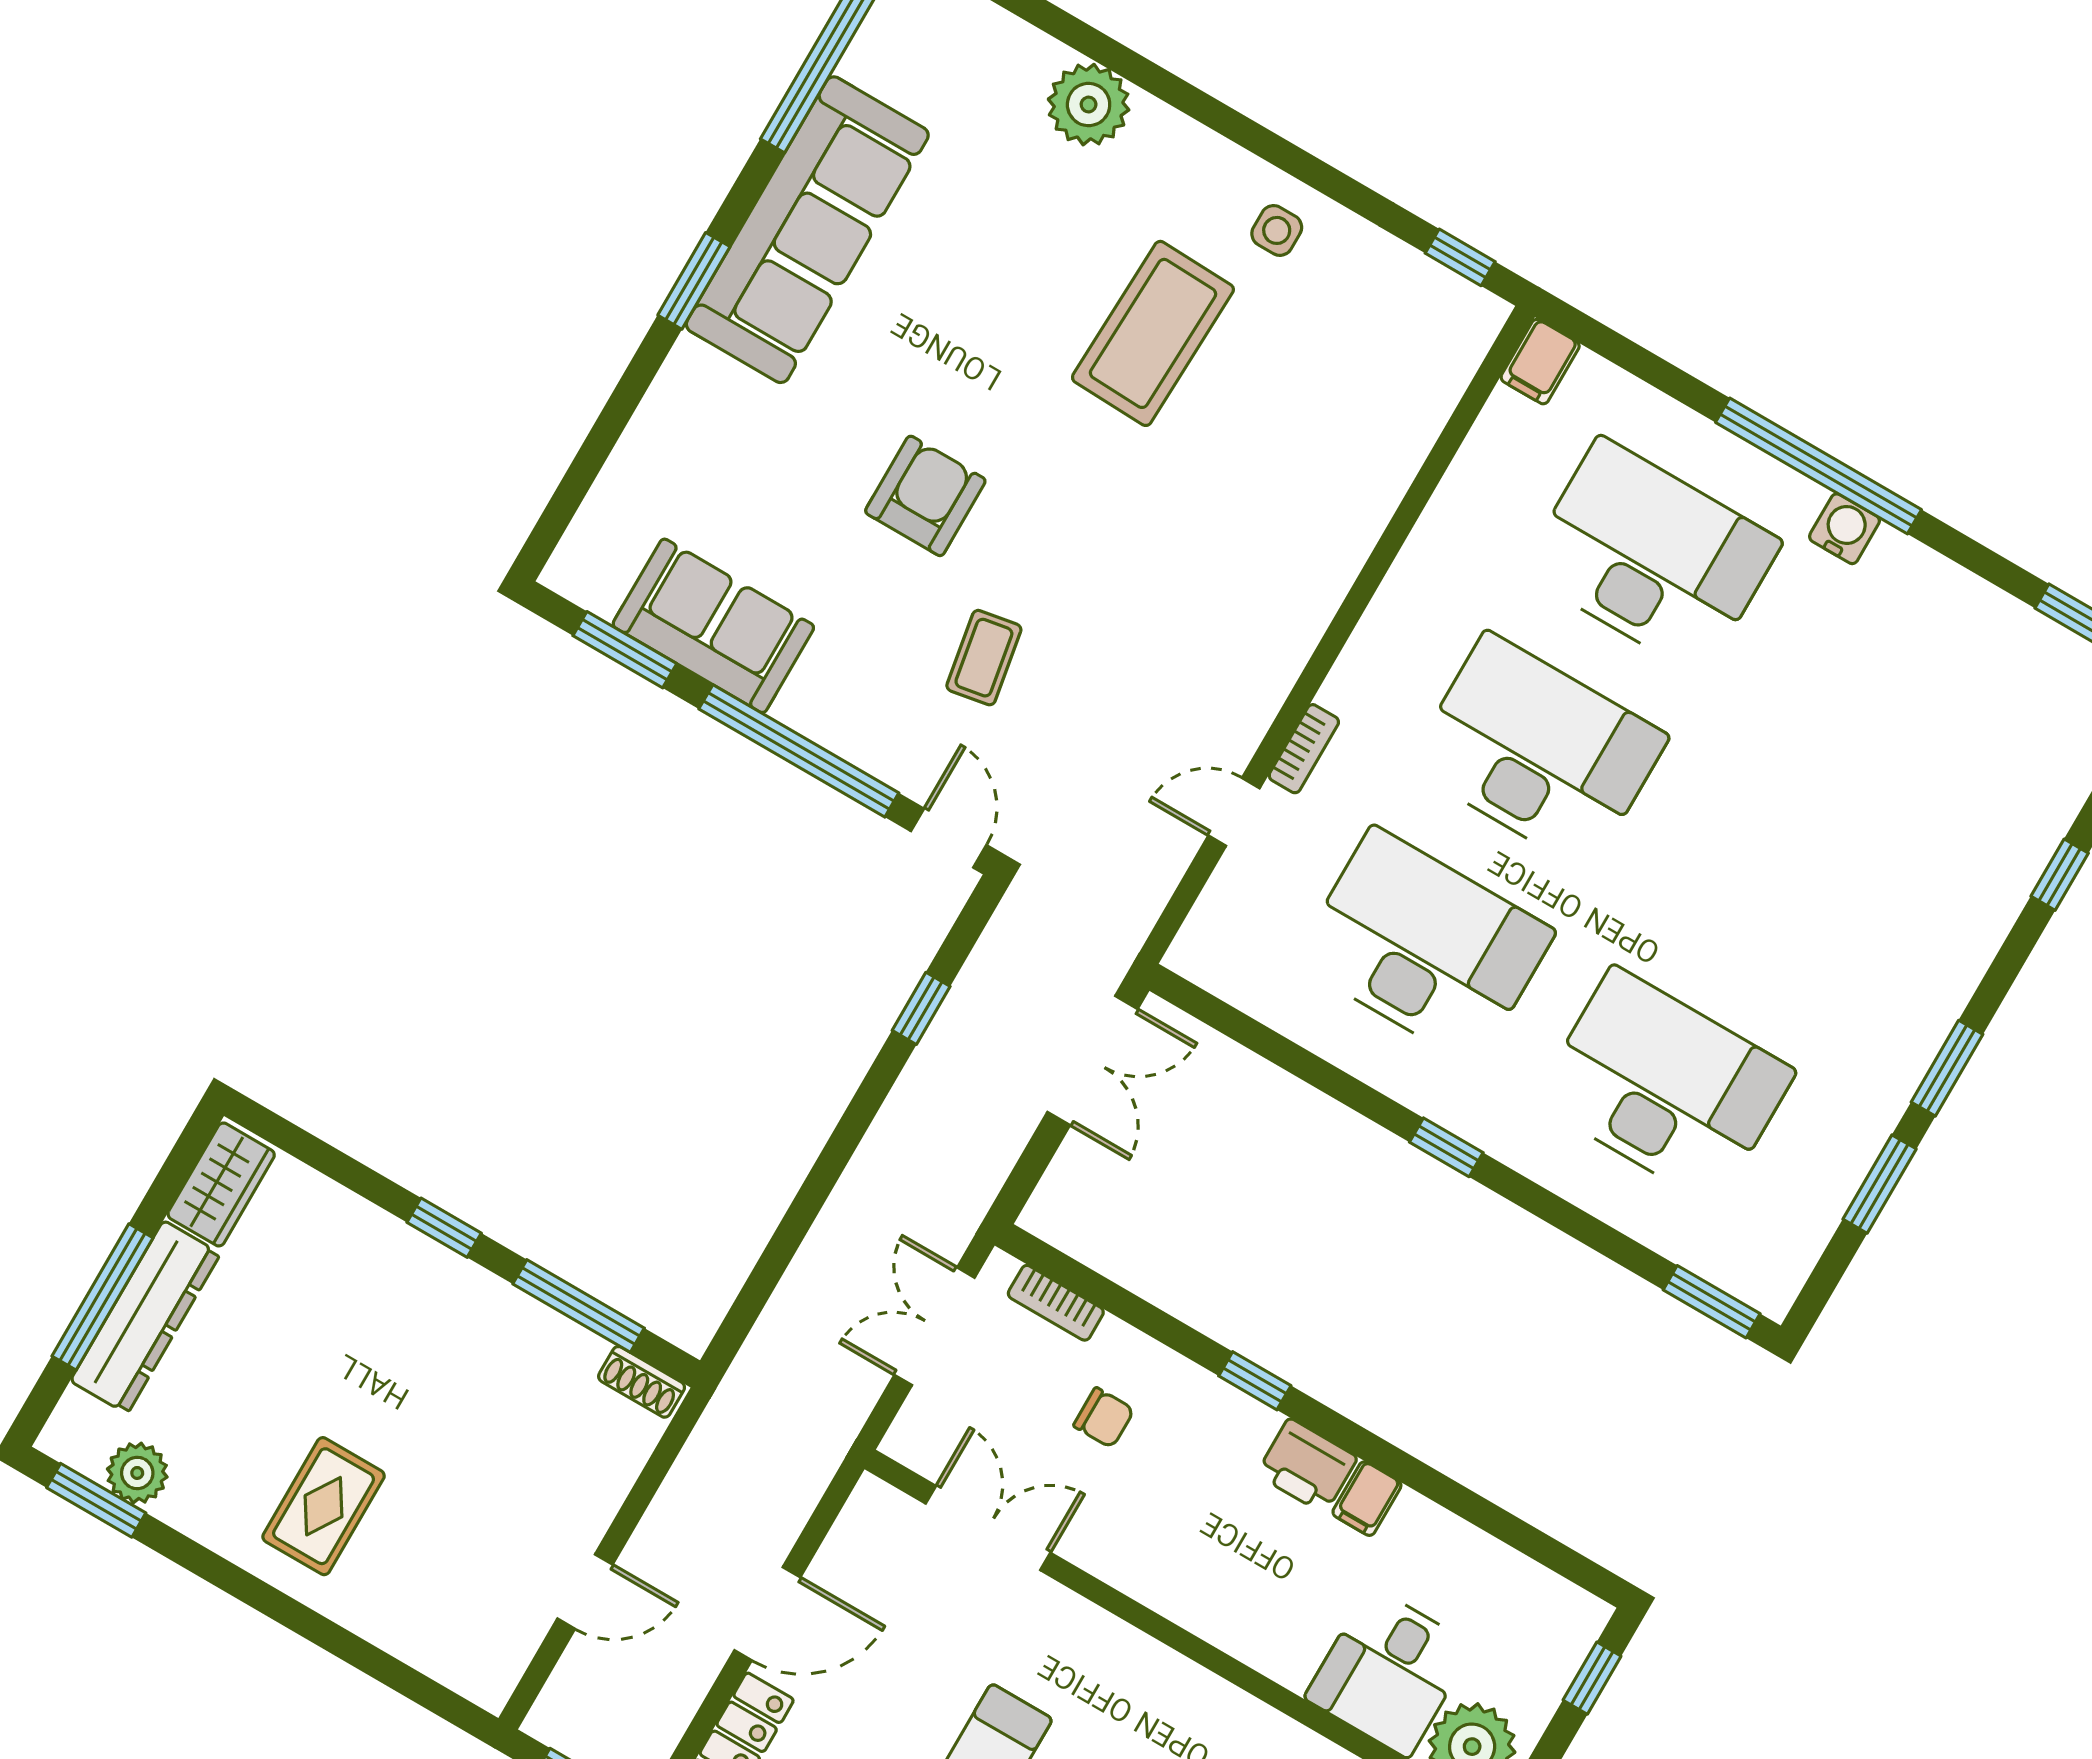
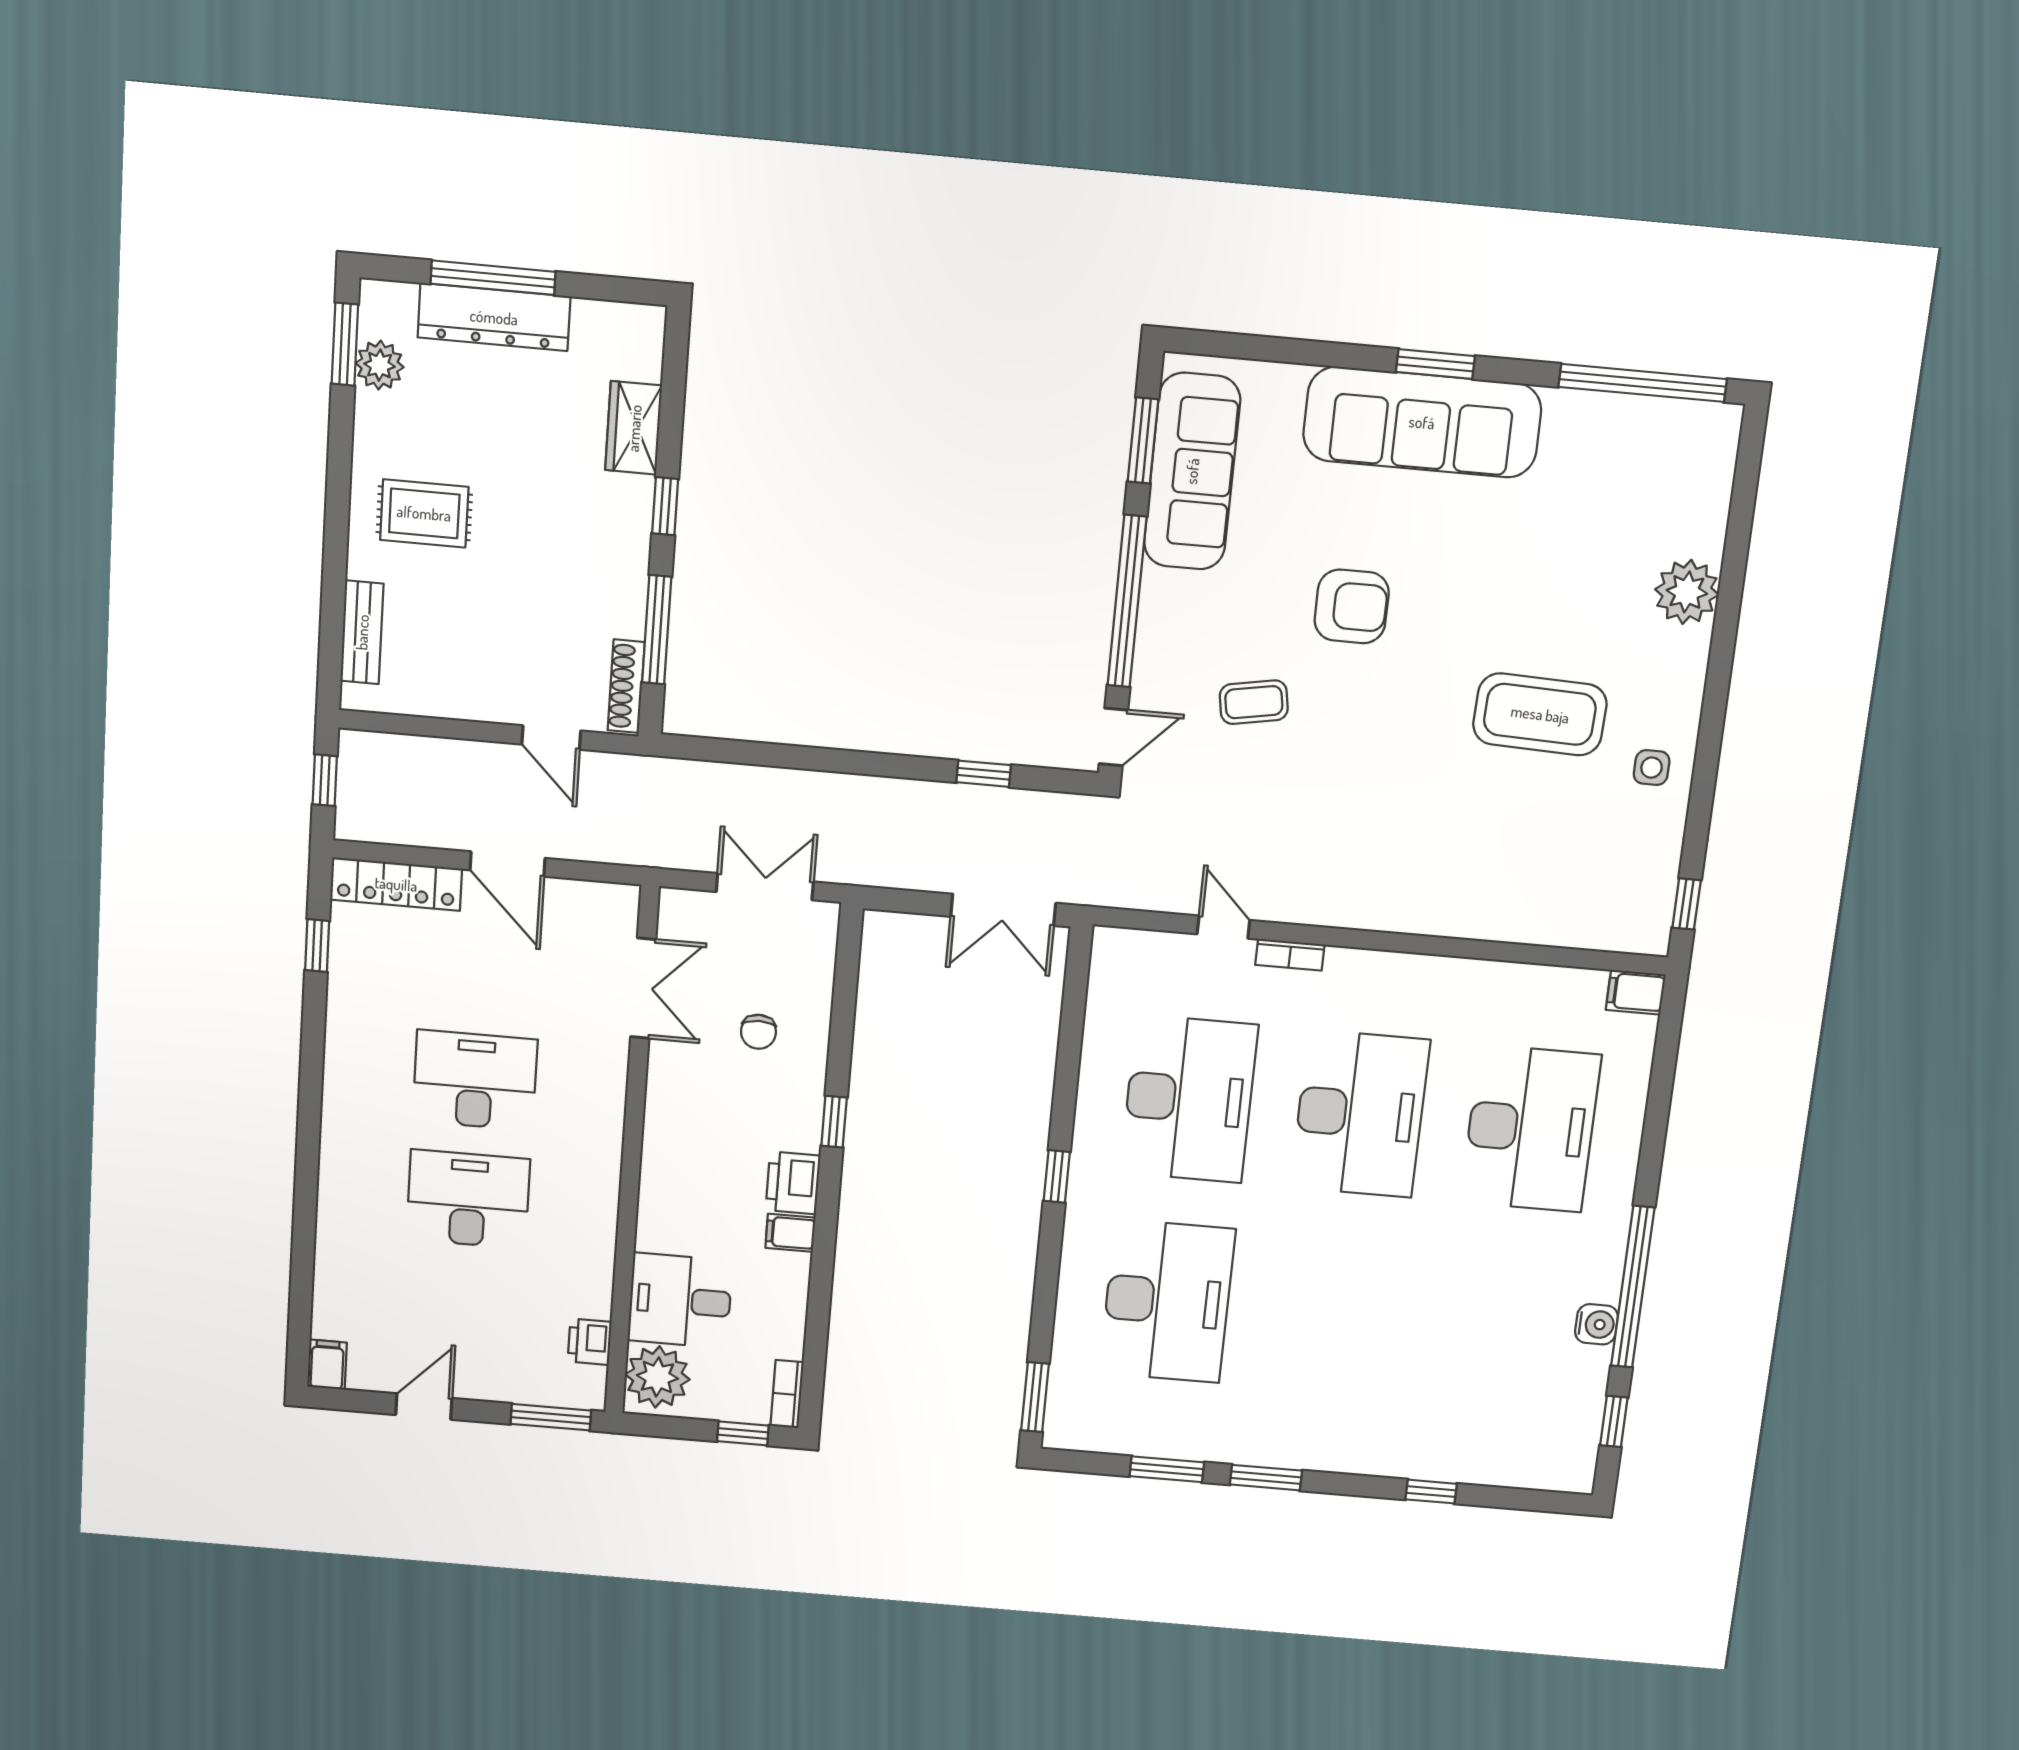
sofa: (807, 230) -> (1422, 422), moved
window: (1819, 466) -> (1633, 1287), moved
water cooler: (1844, 529) -> (1596, 1324), moved
sofa: (713, 626) -> (1192, 471), width x1.36
wardrobe: (221, 1184) -> (634, 428), moved, turned 90
bookcase: (1056, 1303) -> (787, 1394), moved
shoe rack: (642, 1382) -> (626, 686), width x1.43
door: (585, 1592) -> (551, 738), moved
bench: (423, 1646) -> (362, 632), added

